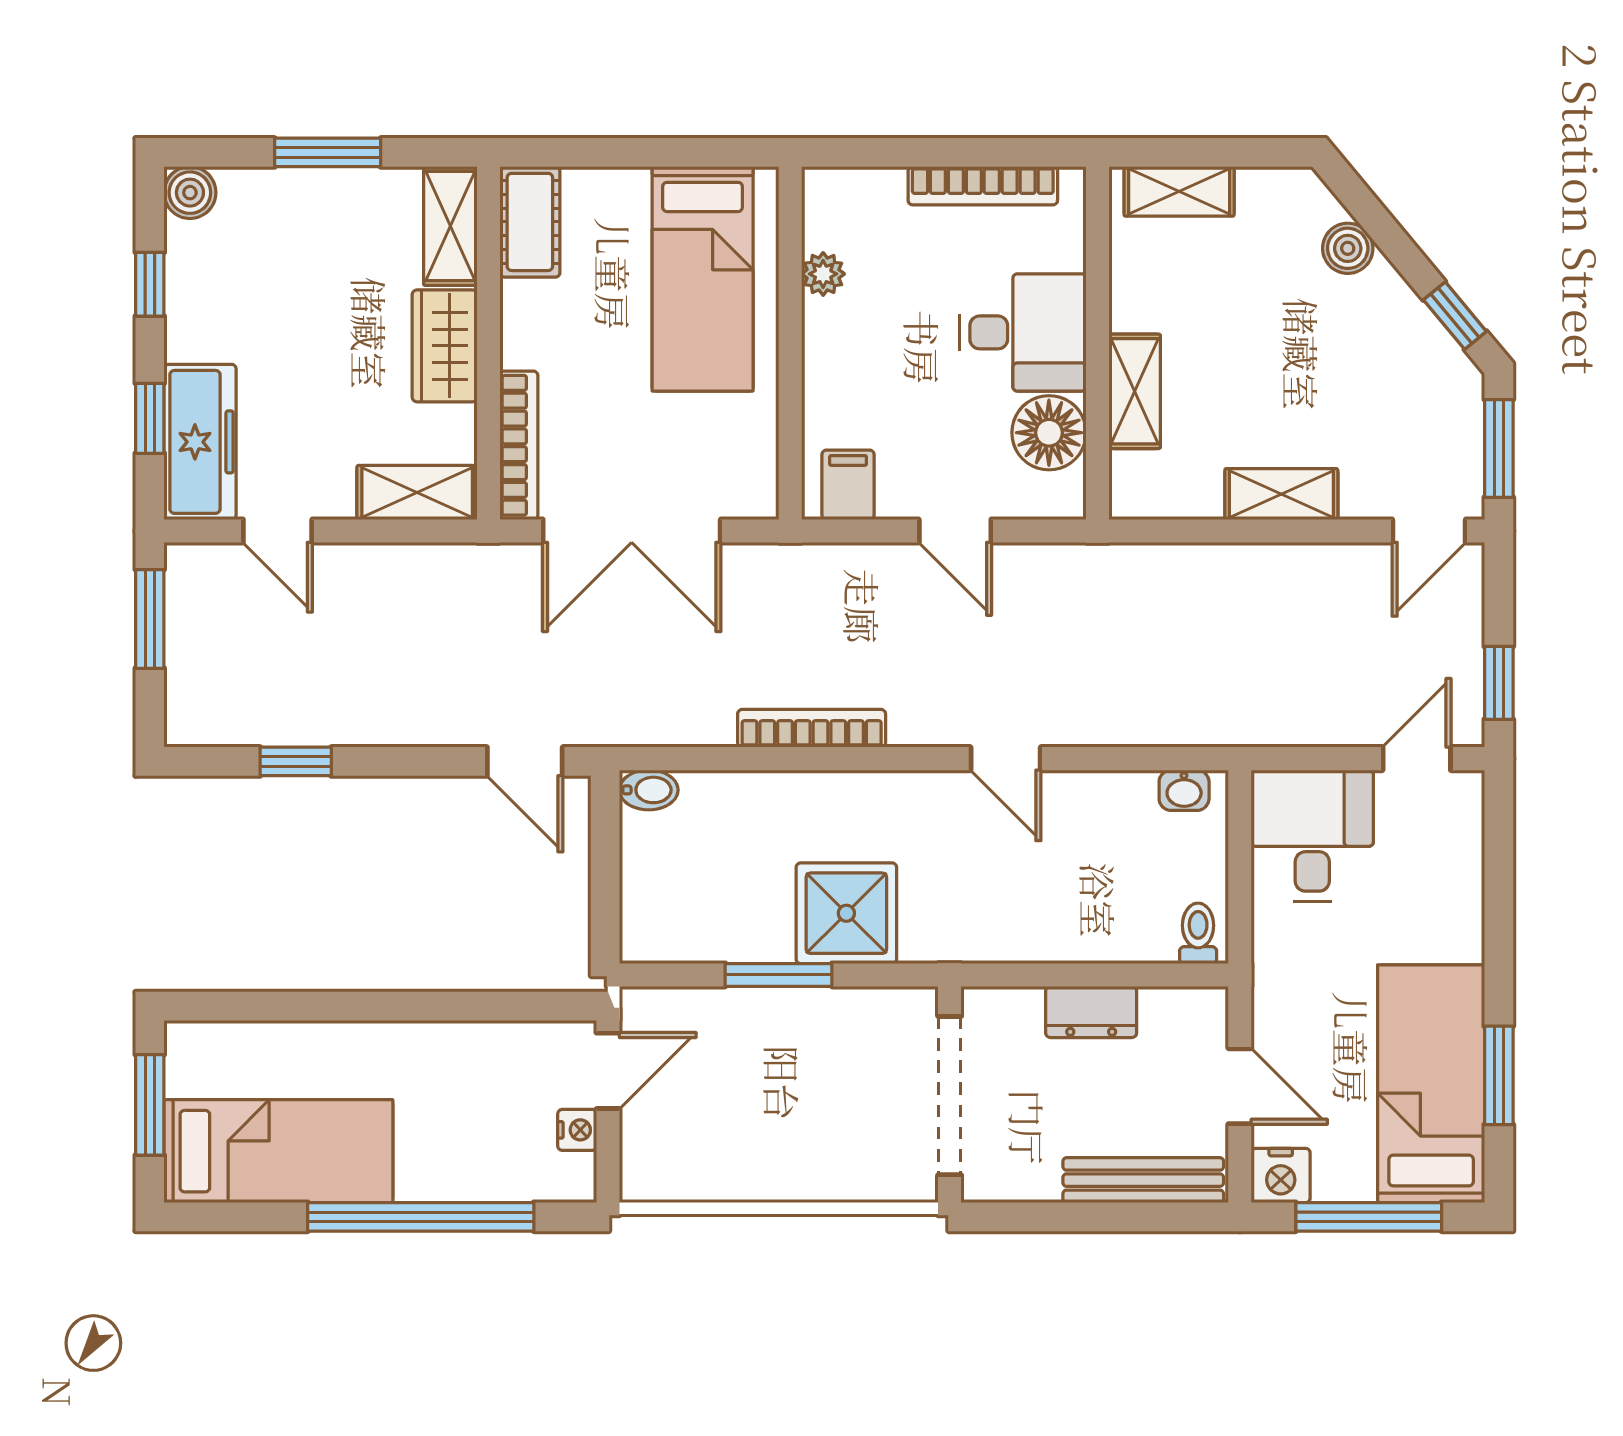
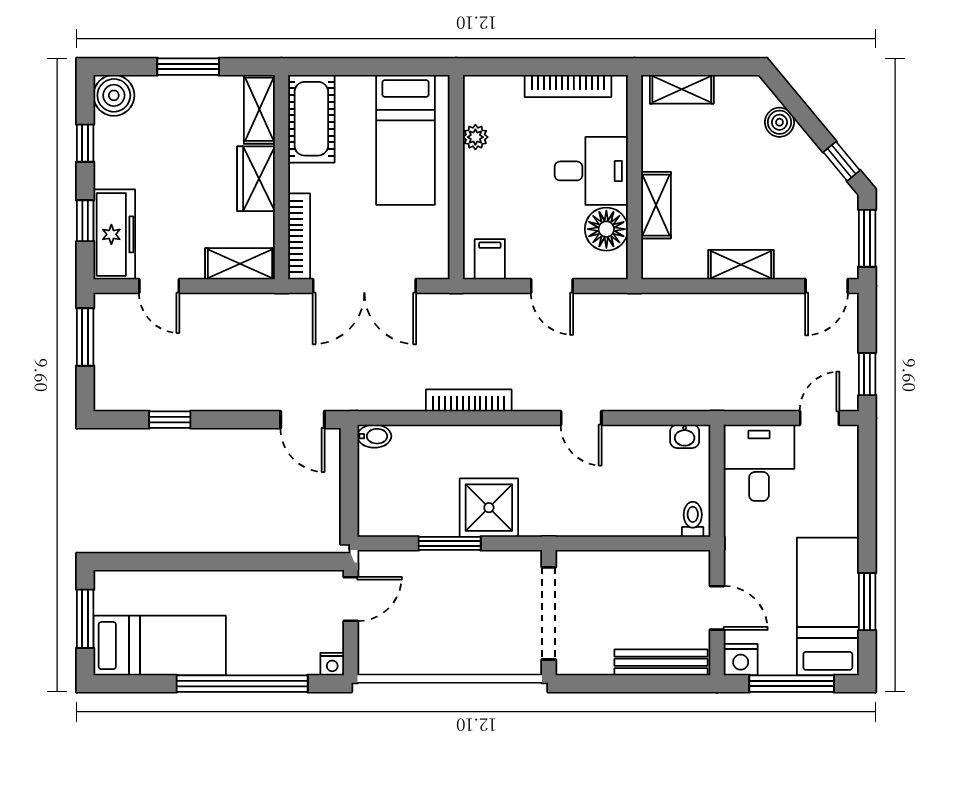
boiler: (190, 193) -> (114, 95), width x1.36, depth x1.36
cot: (530, 222) -> (311, 119), width x1.37, depth x1.34
dresser: (1091, 1012) -> (631, 565), removed
nightstand: (577, 1130) -> (332, 664), moved, turned 90

